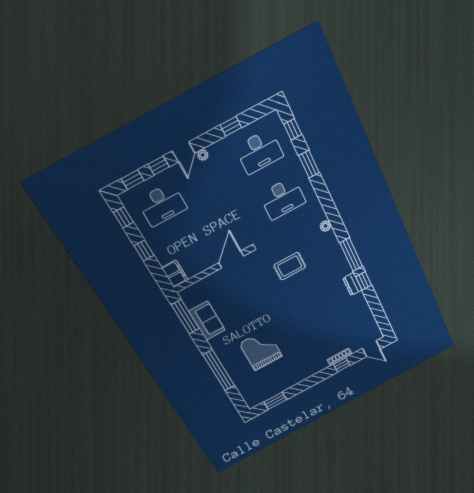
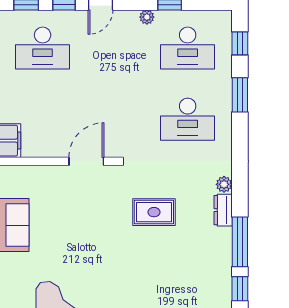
plant: (203, 155) -> (147, 17), moved
dresser: (352, 284) -> (223, 210), moved

